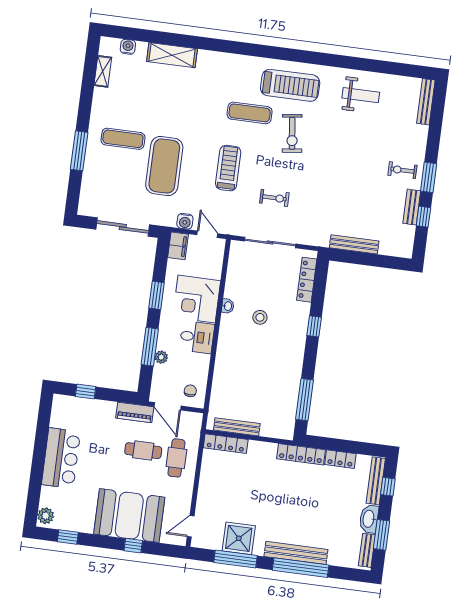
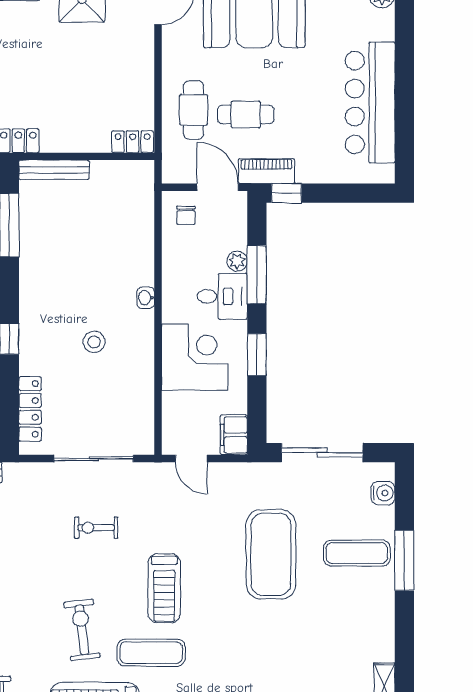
exercise mat: (123, 139) -> (357, 553), moved
treadmill: (228, 168) -> (164, 588), moved
water cooler: (185, 221) -> (383, 493), moved, turned 90
washbasin: (228, 306) -> (146, 298), moved
desk: (197, 337) -> (222, 296), moved, turned 180
window: (86, 392) -> (287, 193), moved
bench: (237, 427) -> (54, 170), moved
locker: (226, 444) -> (133, 142), width x0.66
bar counter: (61, 458) -> (370, 103), width x1.36

